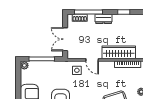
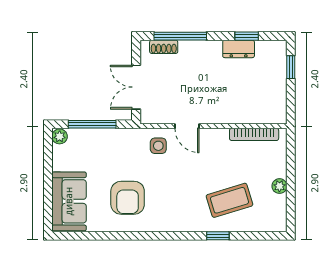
dresser: (104, 19) -> (239, 49), moved
wardrobe: (119, 52) -> (237, 112), removed

